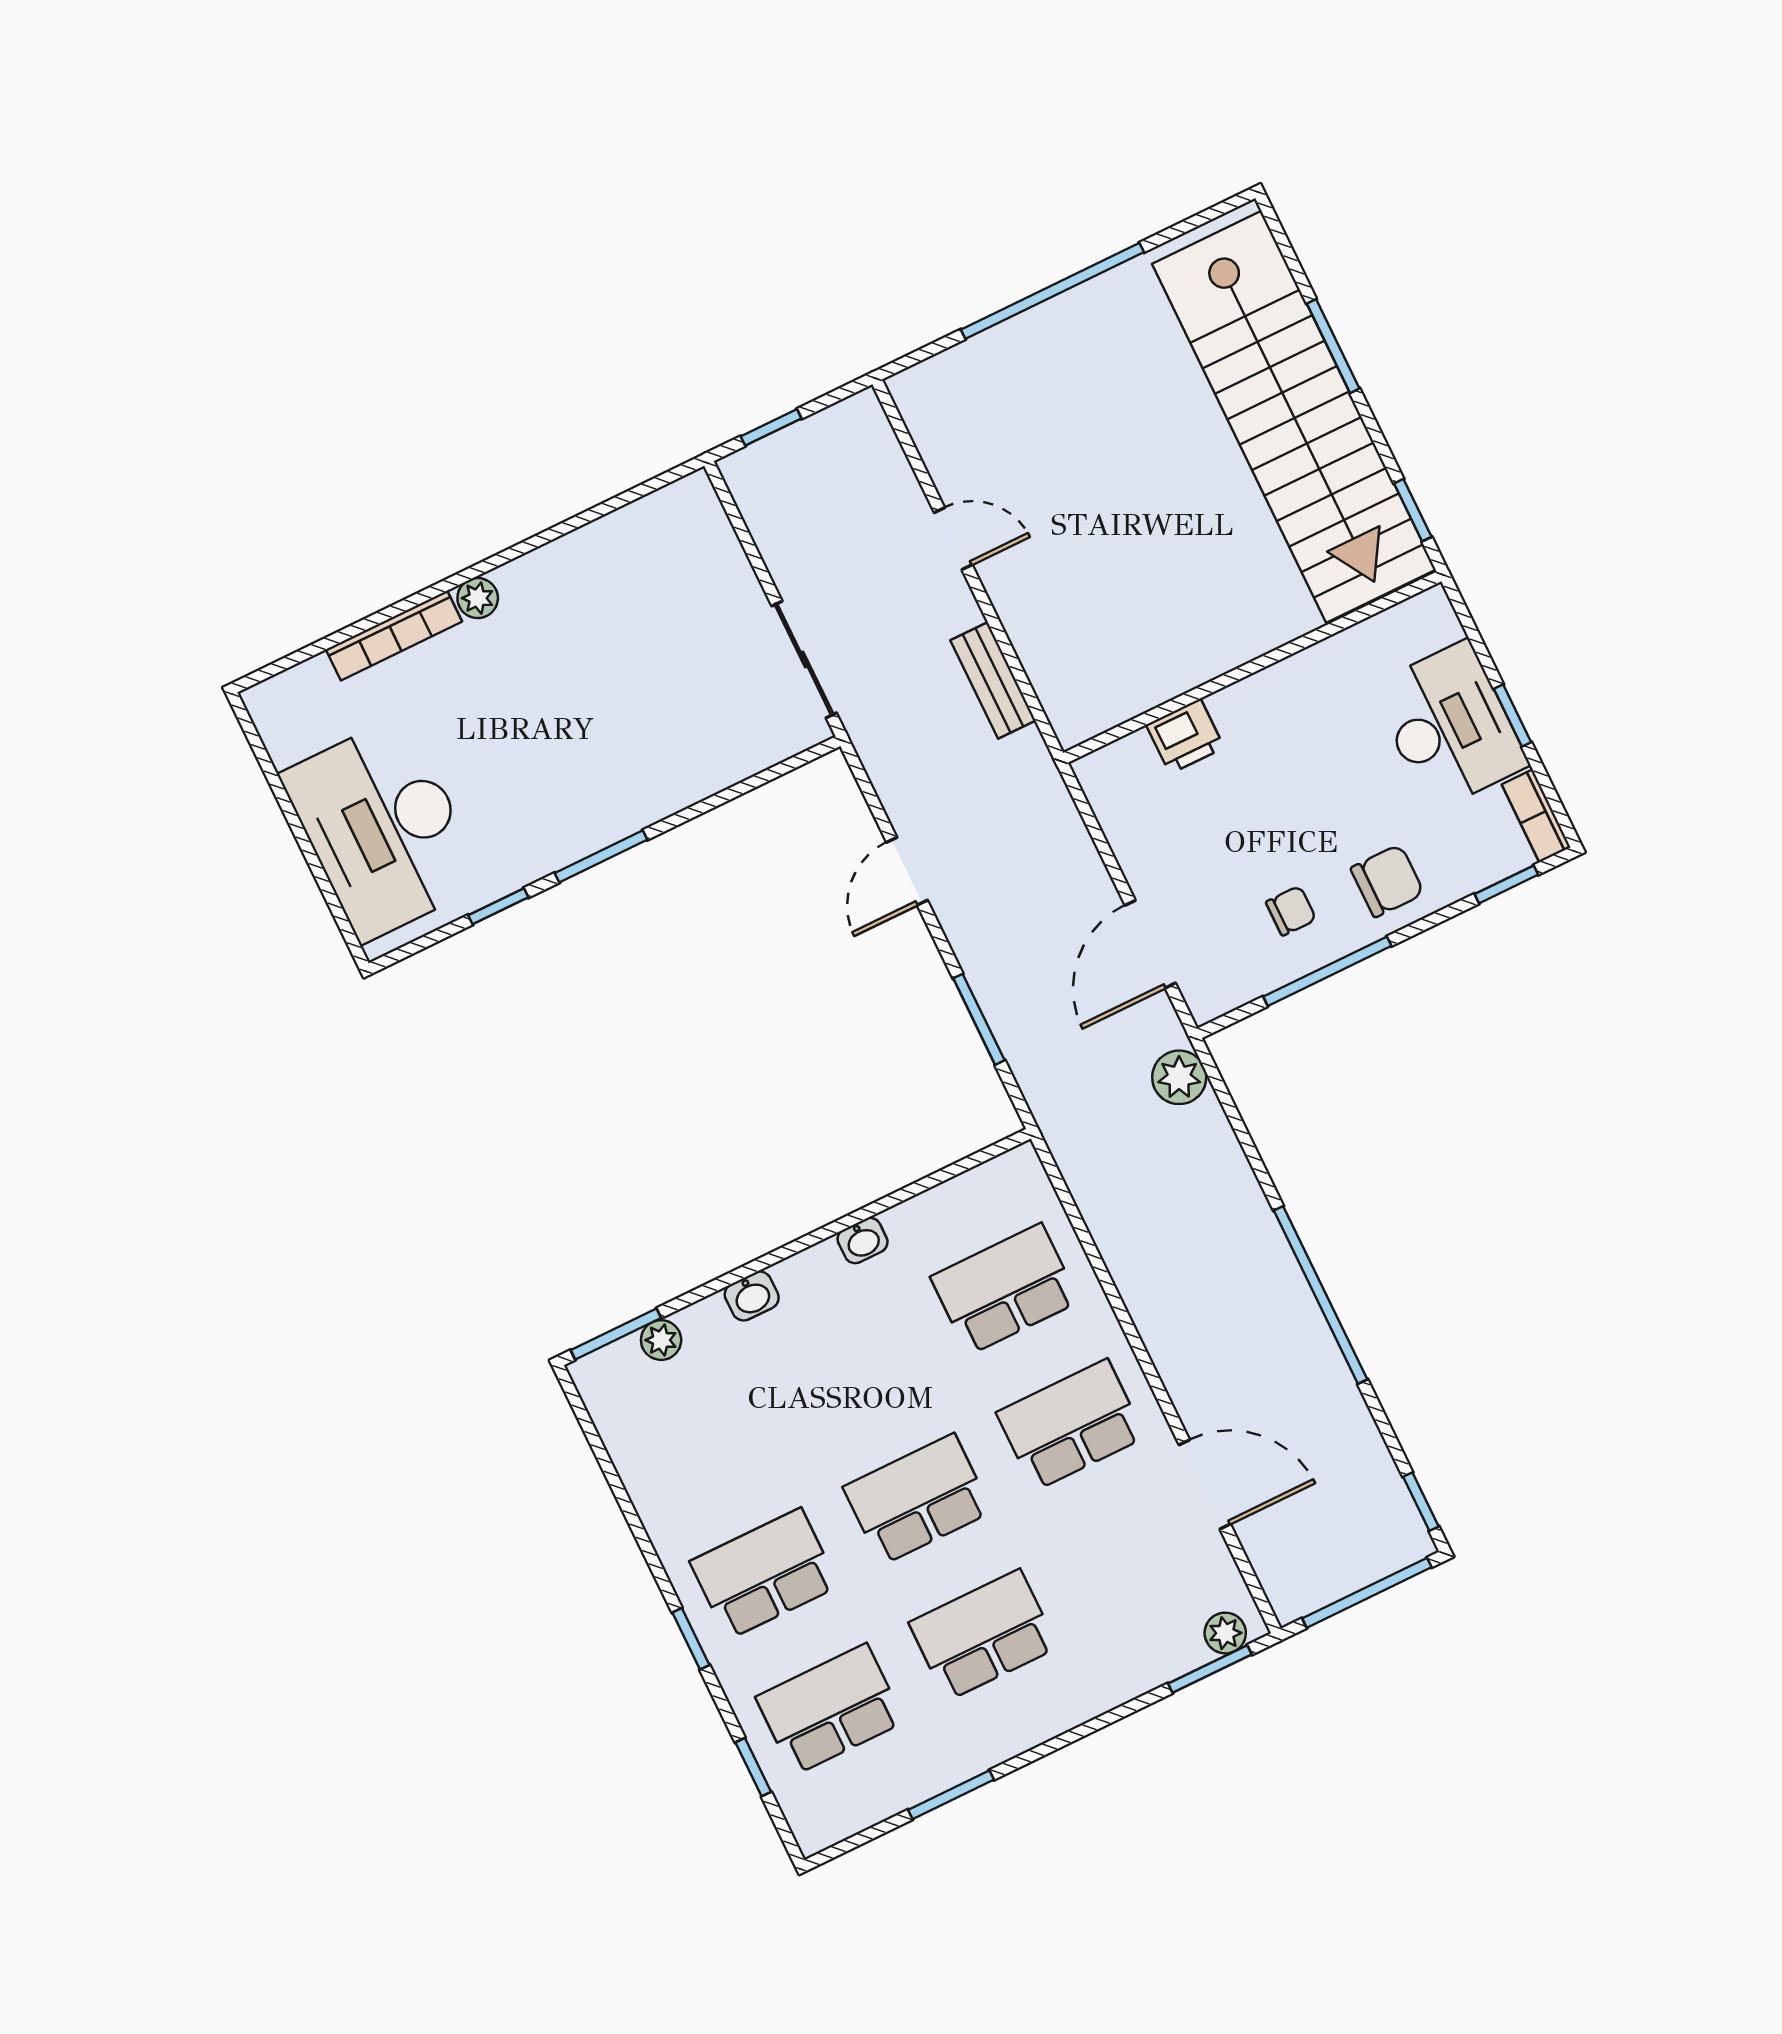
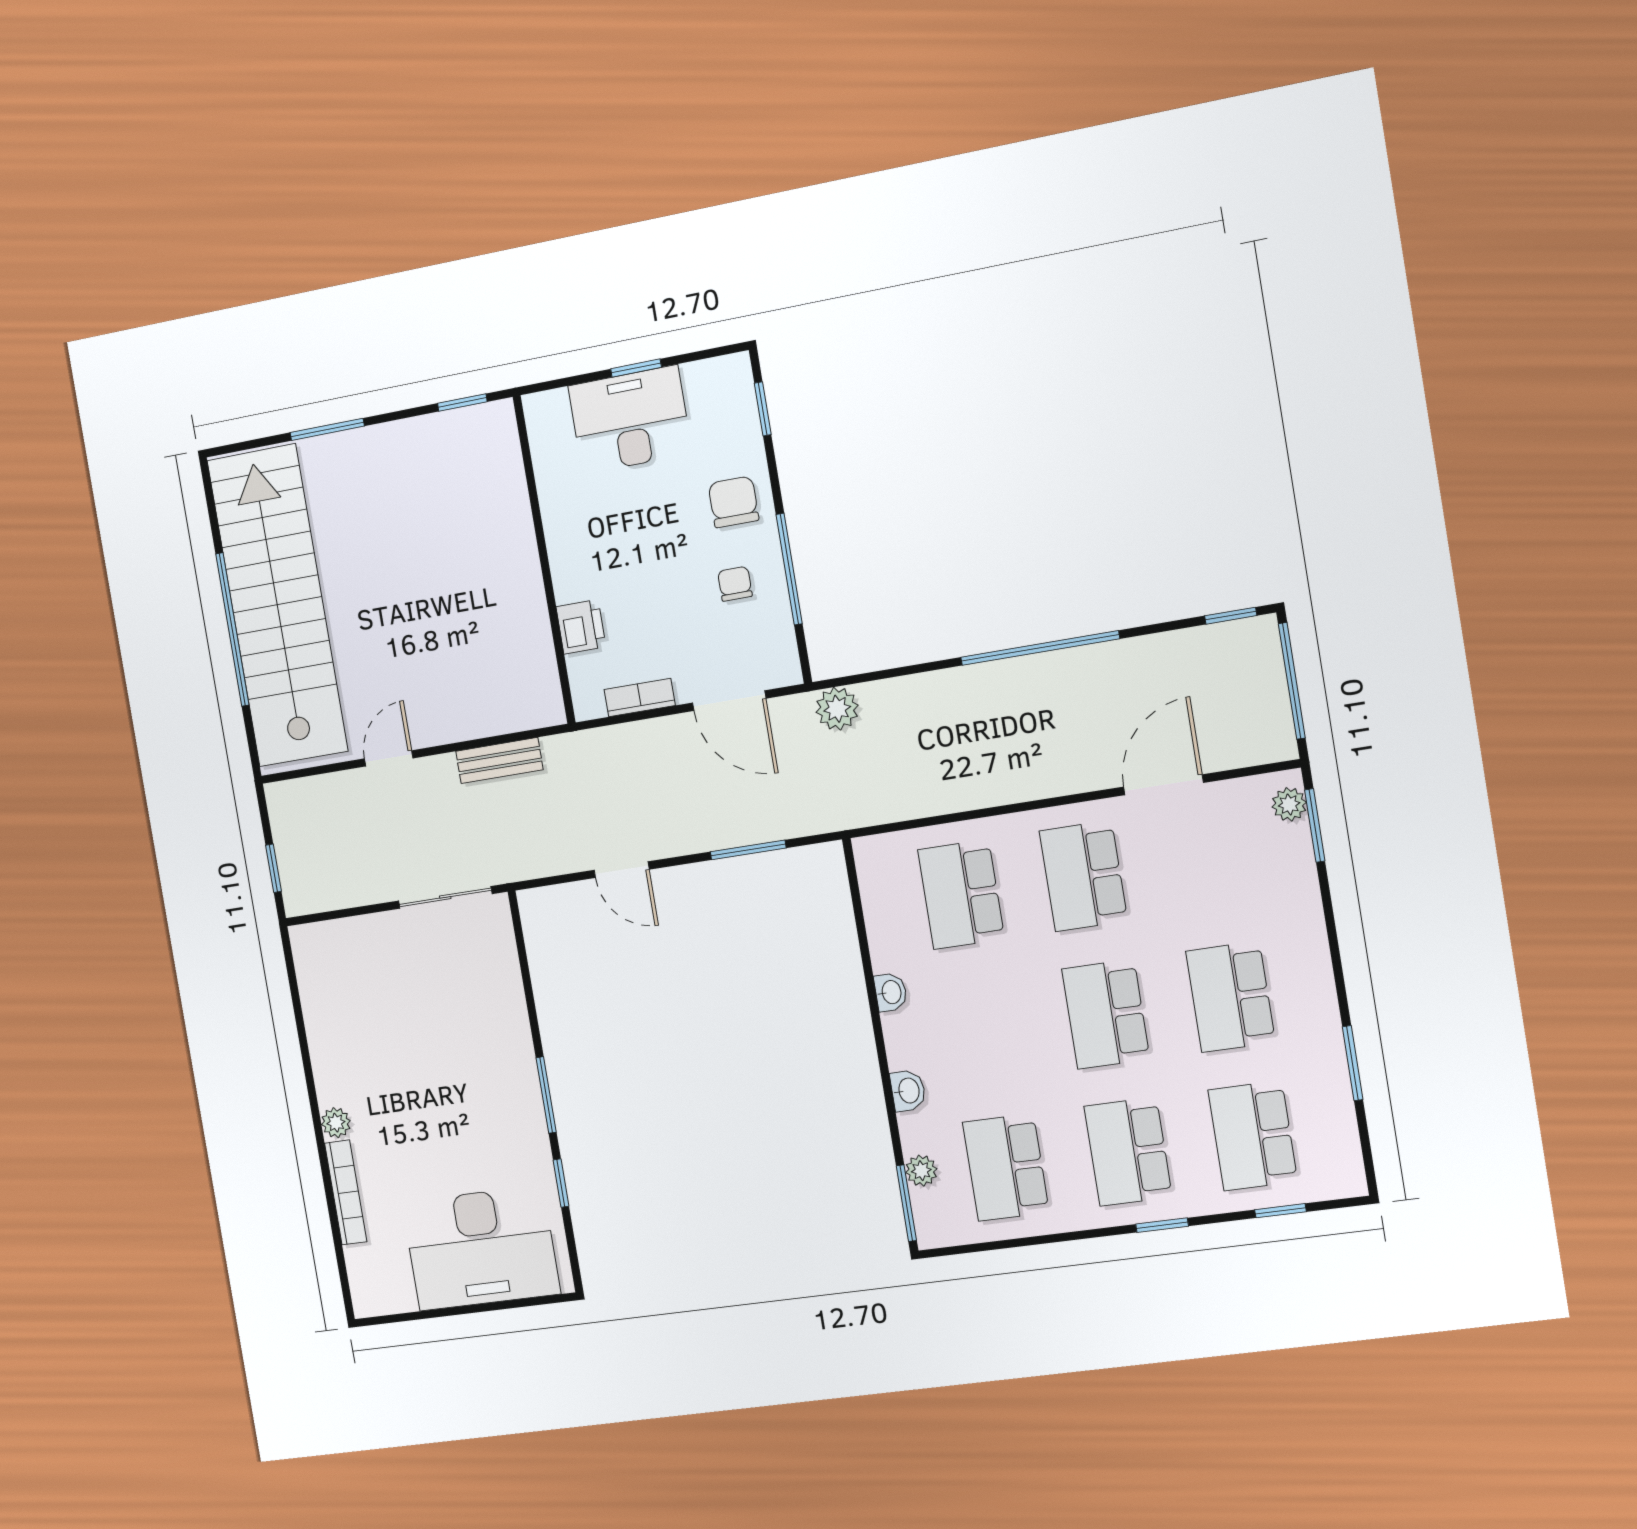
stairs: (1294, 417) -> (278, 606), moved, turned -90
bookcase: (1536, 816) -> (640, 697), moved, turned 180
school desk: (698, 1438) -> (1006, 1167), added

